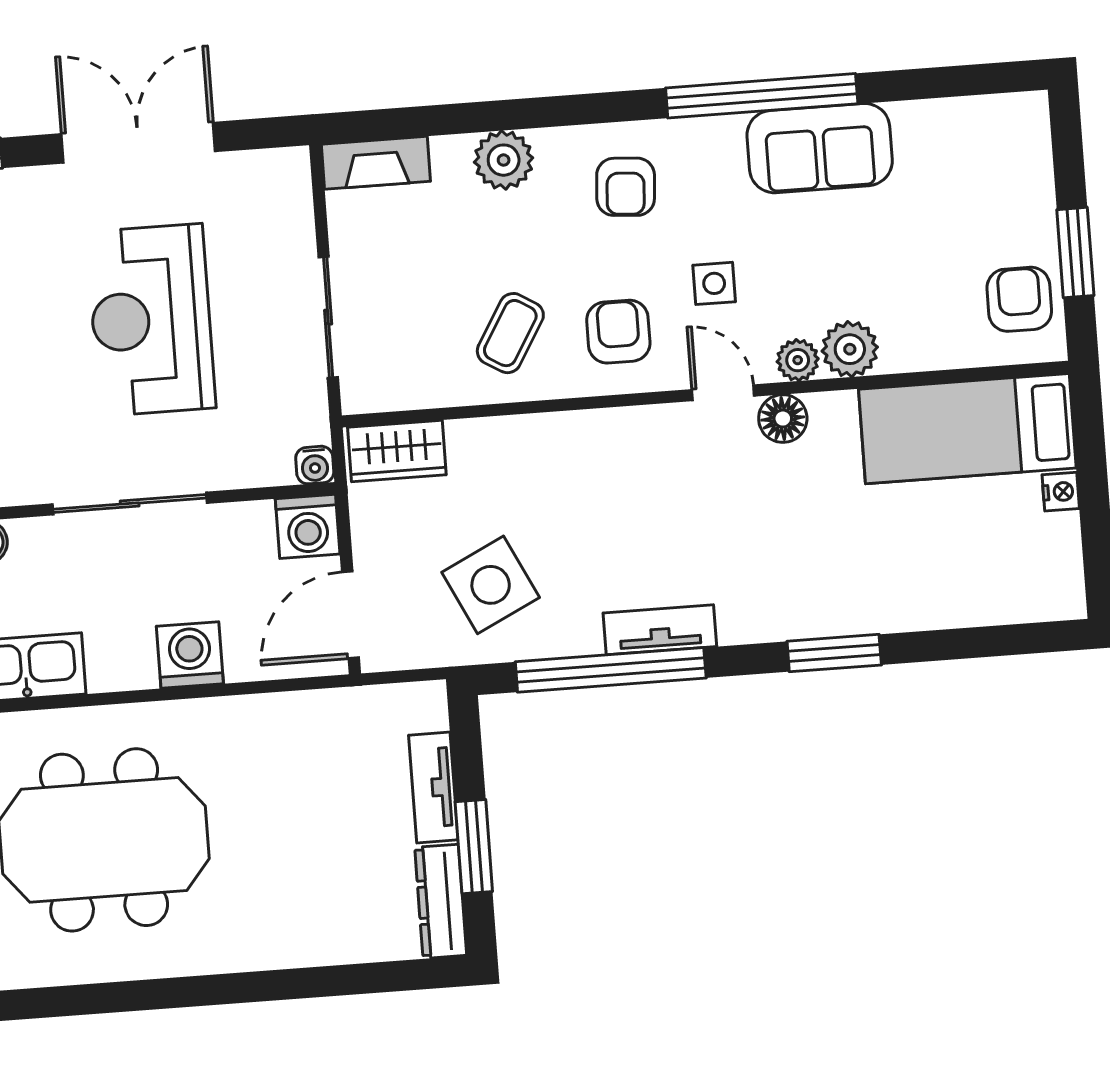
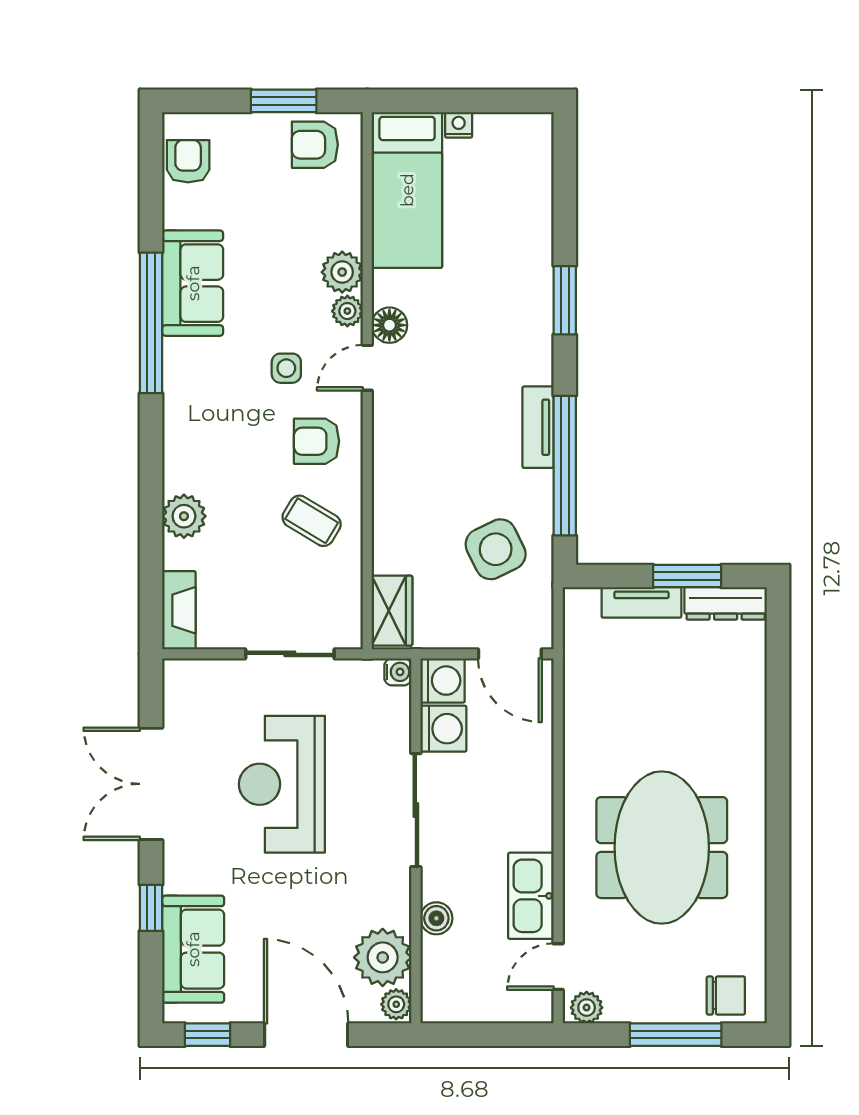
armchair: (626, 187) -> (188, 161), moved, turned -94
reception desk: (151, 320) -> (282, 784), turned 90
washing machine: (190, 655) -> (443, 729), moved, turned 180

